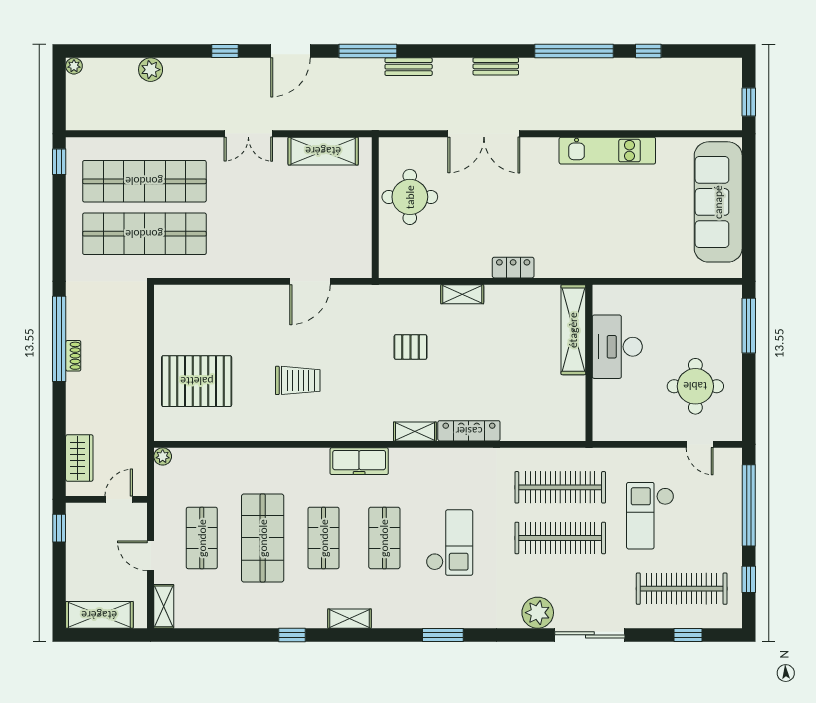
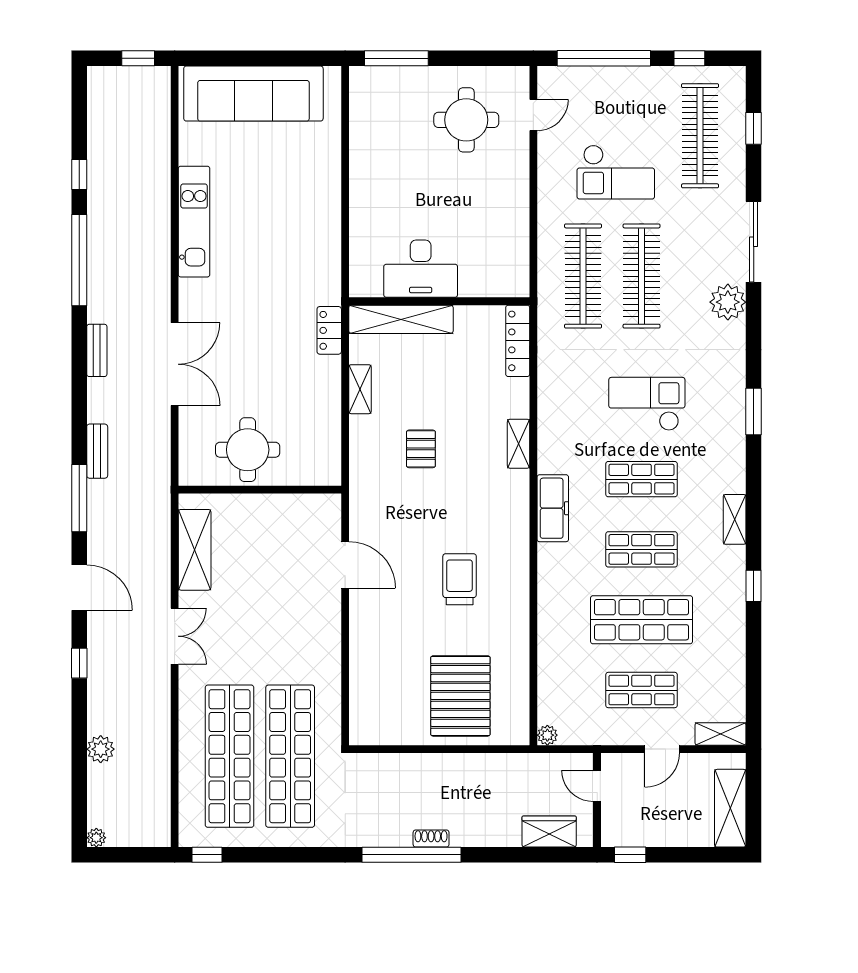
shelving: (573, 330) -> (401, 319), moved
desk: (617, 347) -> (421, 269), moved
wall: (589, 363) -> (439, 301), moved
locker: (469, 431) -> (518, 341), moved

